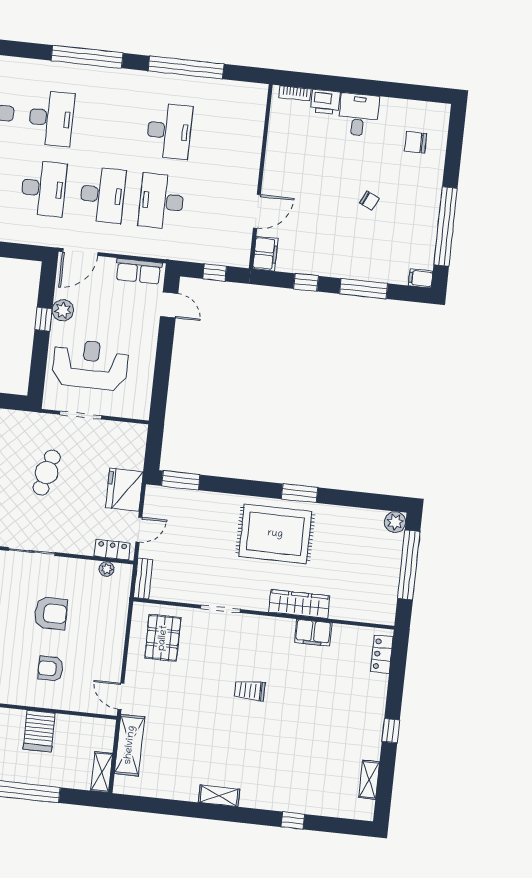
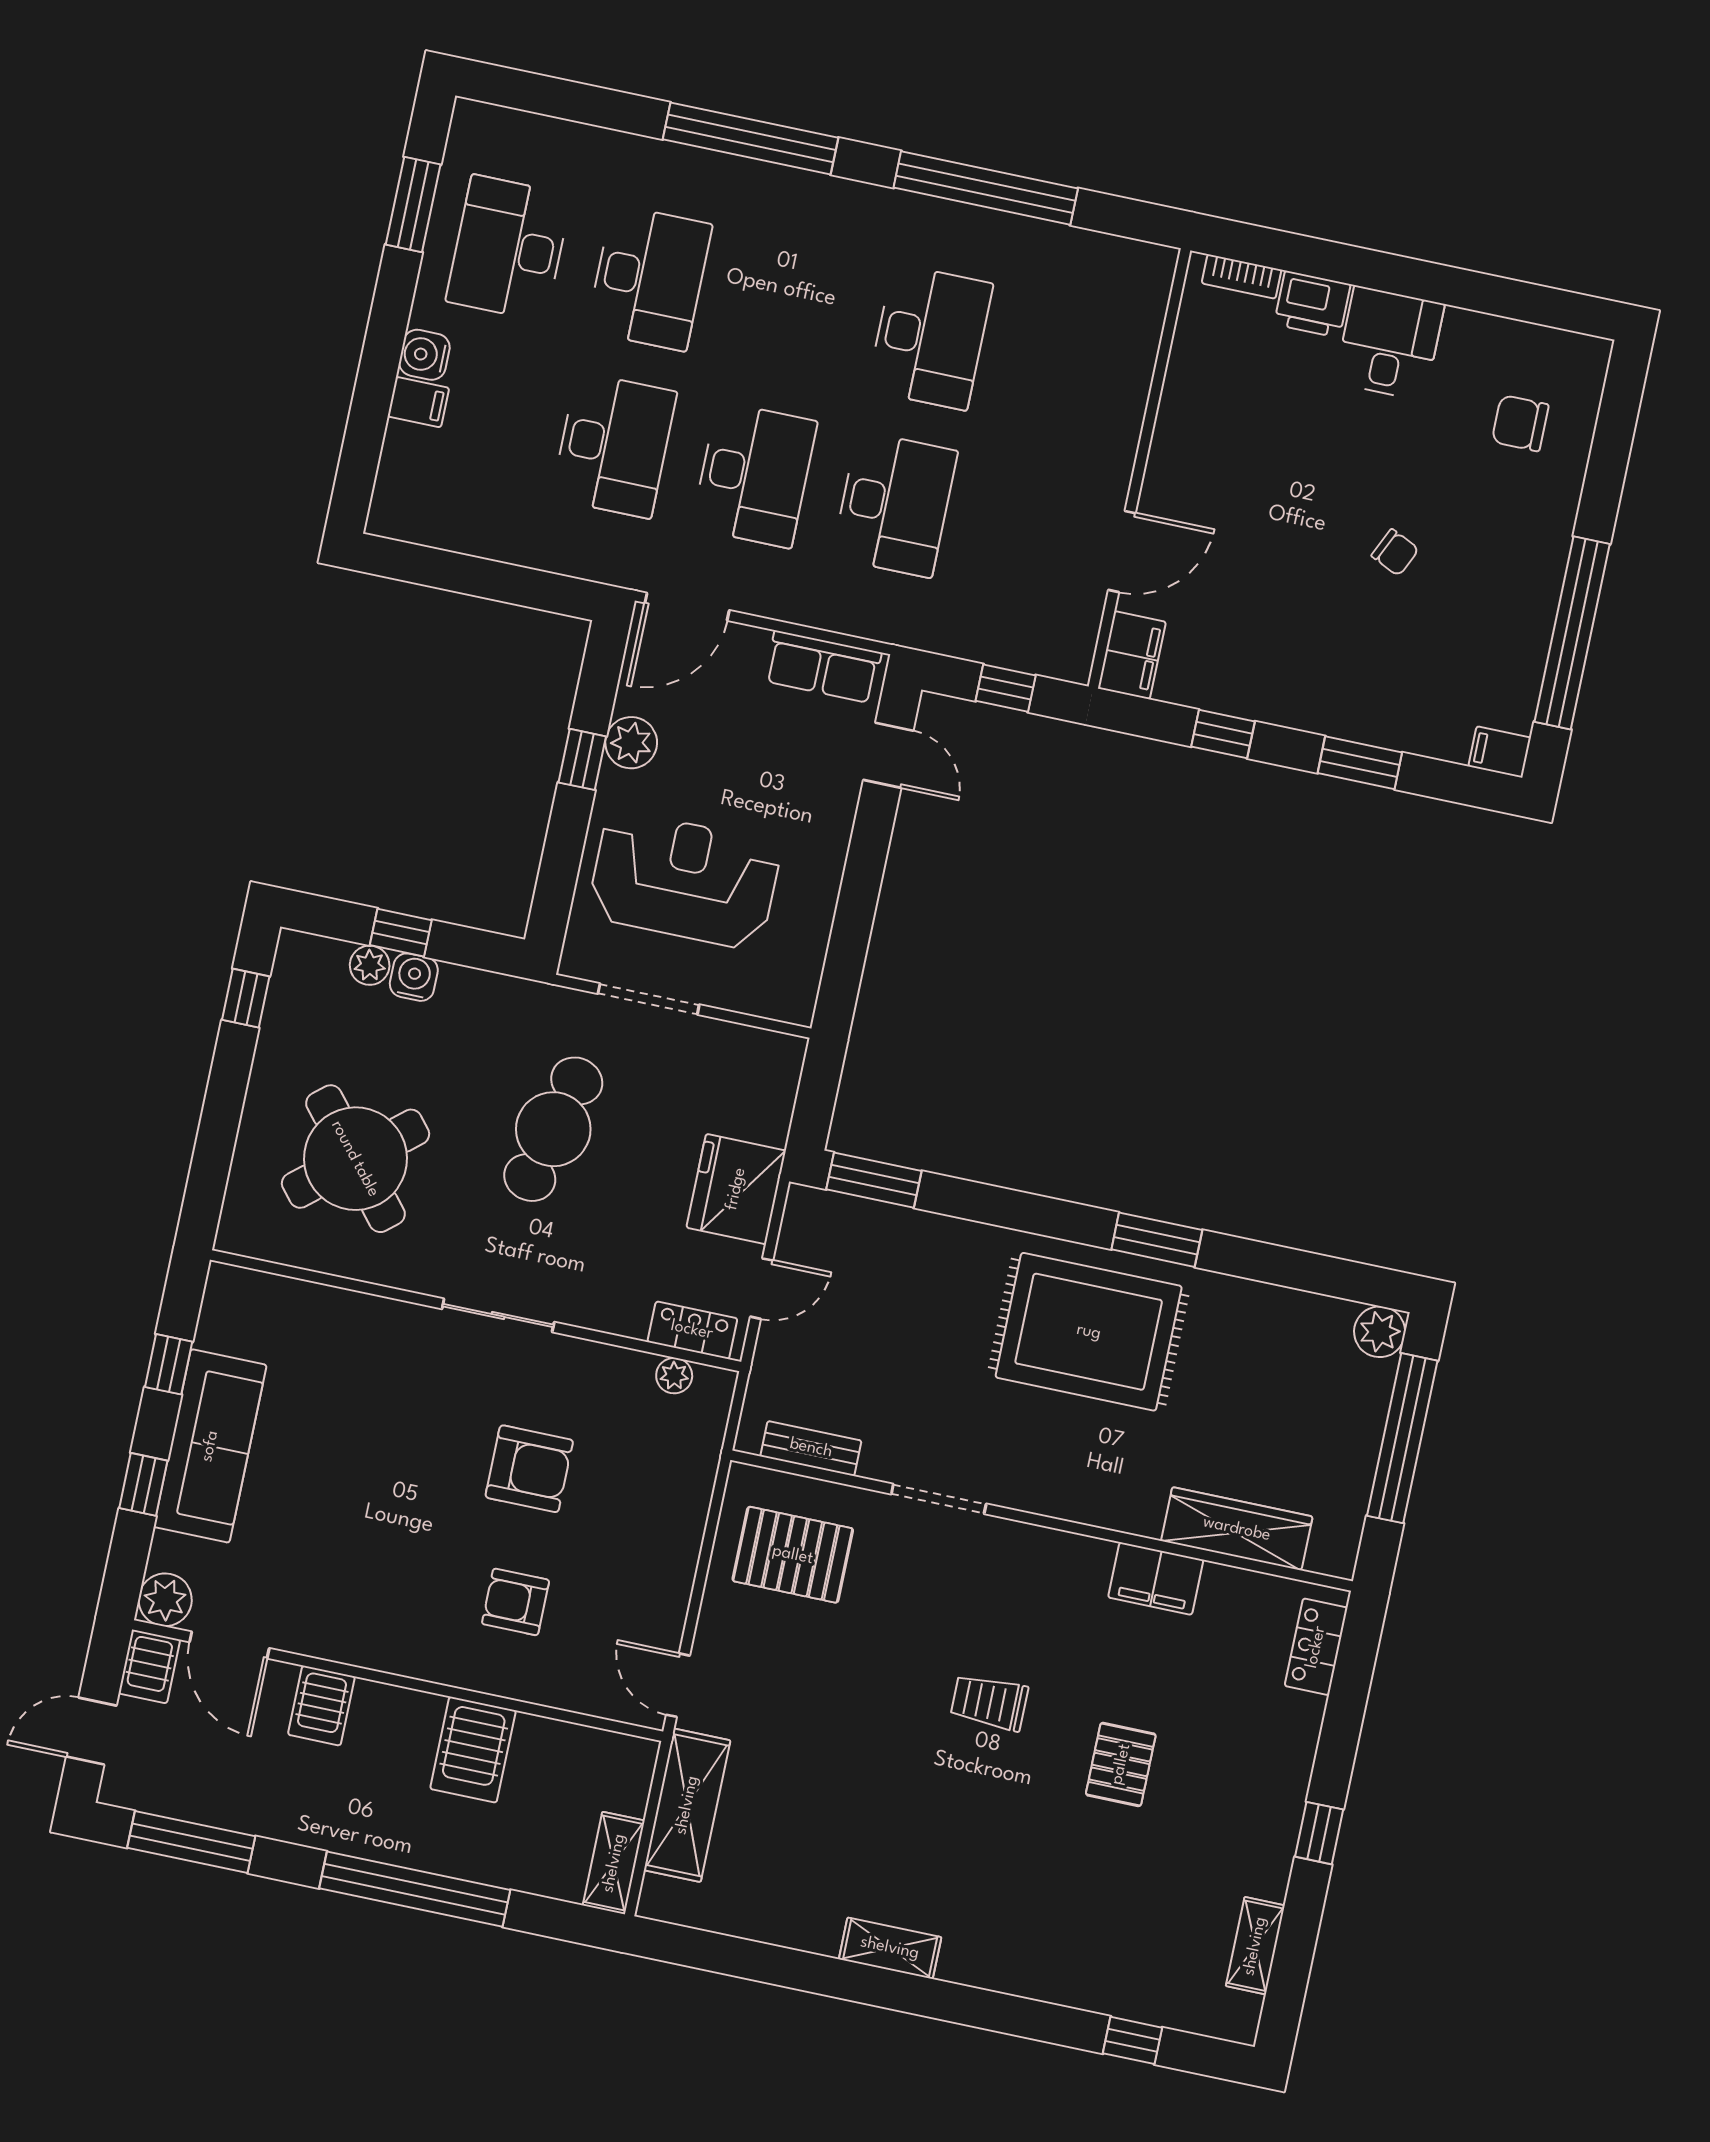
desk: (161, 201) -> (895, 504), turned 180
window: (364, 289) -> (1360, 763), width x0.69
cafe table: (47, 473) -> (553, 1129), width x1.37, depth x1.35
bench: (143, 579) -> (811, 1448), moved, turned 90
wardrobe: (299, 604) -> (1237, 1529), moved
pallet: (163, 638) -> (793, 1555), turned 90
pallet: (306, 711) -> (1121, 1764), added
window: (293, 821) -> (1133, 2040), moved

